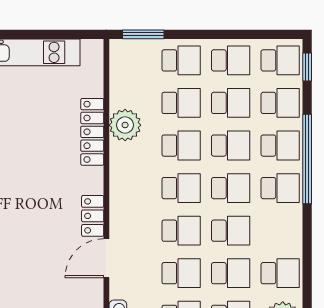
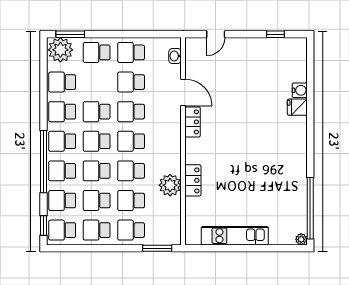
locker: (92, 132) -> (193, 180), width x0.66
door: (106, 258) -> (183, 92), hinge flipped
school desk: (231, 273) -> (62, 112), moved

